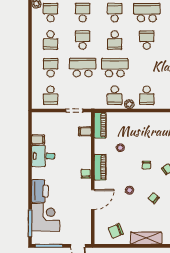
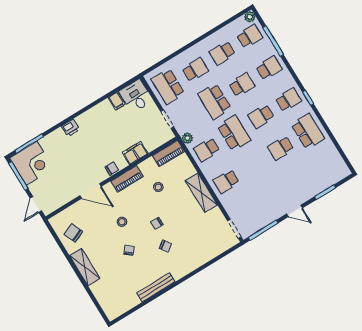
school desk: (147, 40) -> (281, 148), turned 180
school desk: (83, 68) -> (215, 101), turned 180
school desk: (51, 95) -> (168, 86), width x1.85
plant: (129, 104) -> (187, 138), moved
shelving: (144, 119) -> (201, 193), added
filing cabinet: (85, 131) -> (135, 153), moved, width x2.00
desk: (43, 156) -> (136, 96), moved
printer: (40, 191) -> (71, 128), width x0.53, depth x0.68
corner desk: (46, 217) -> (32, 163), moved

